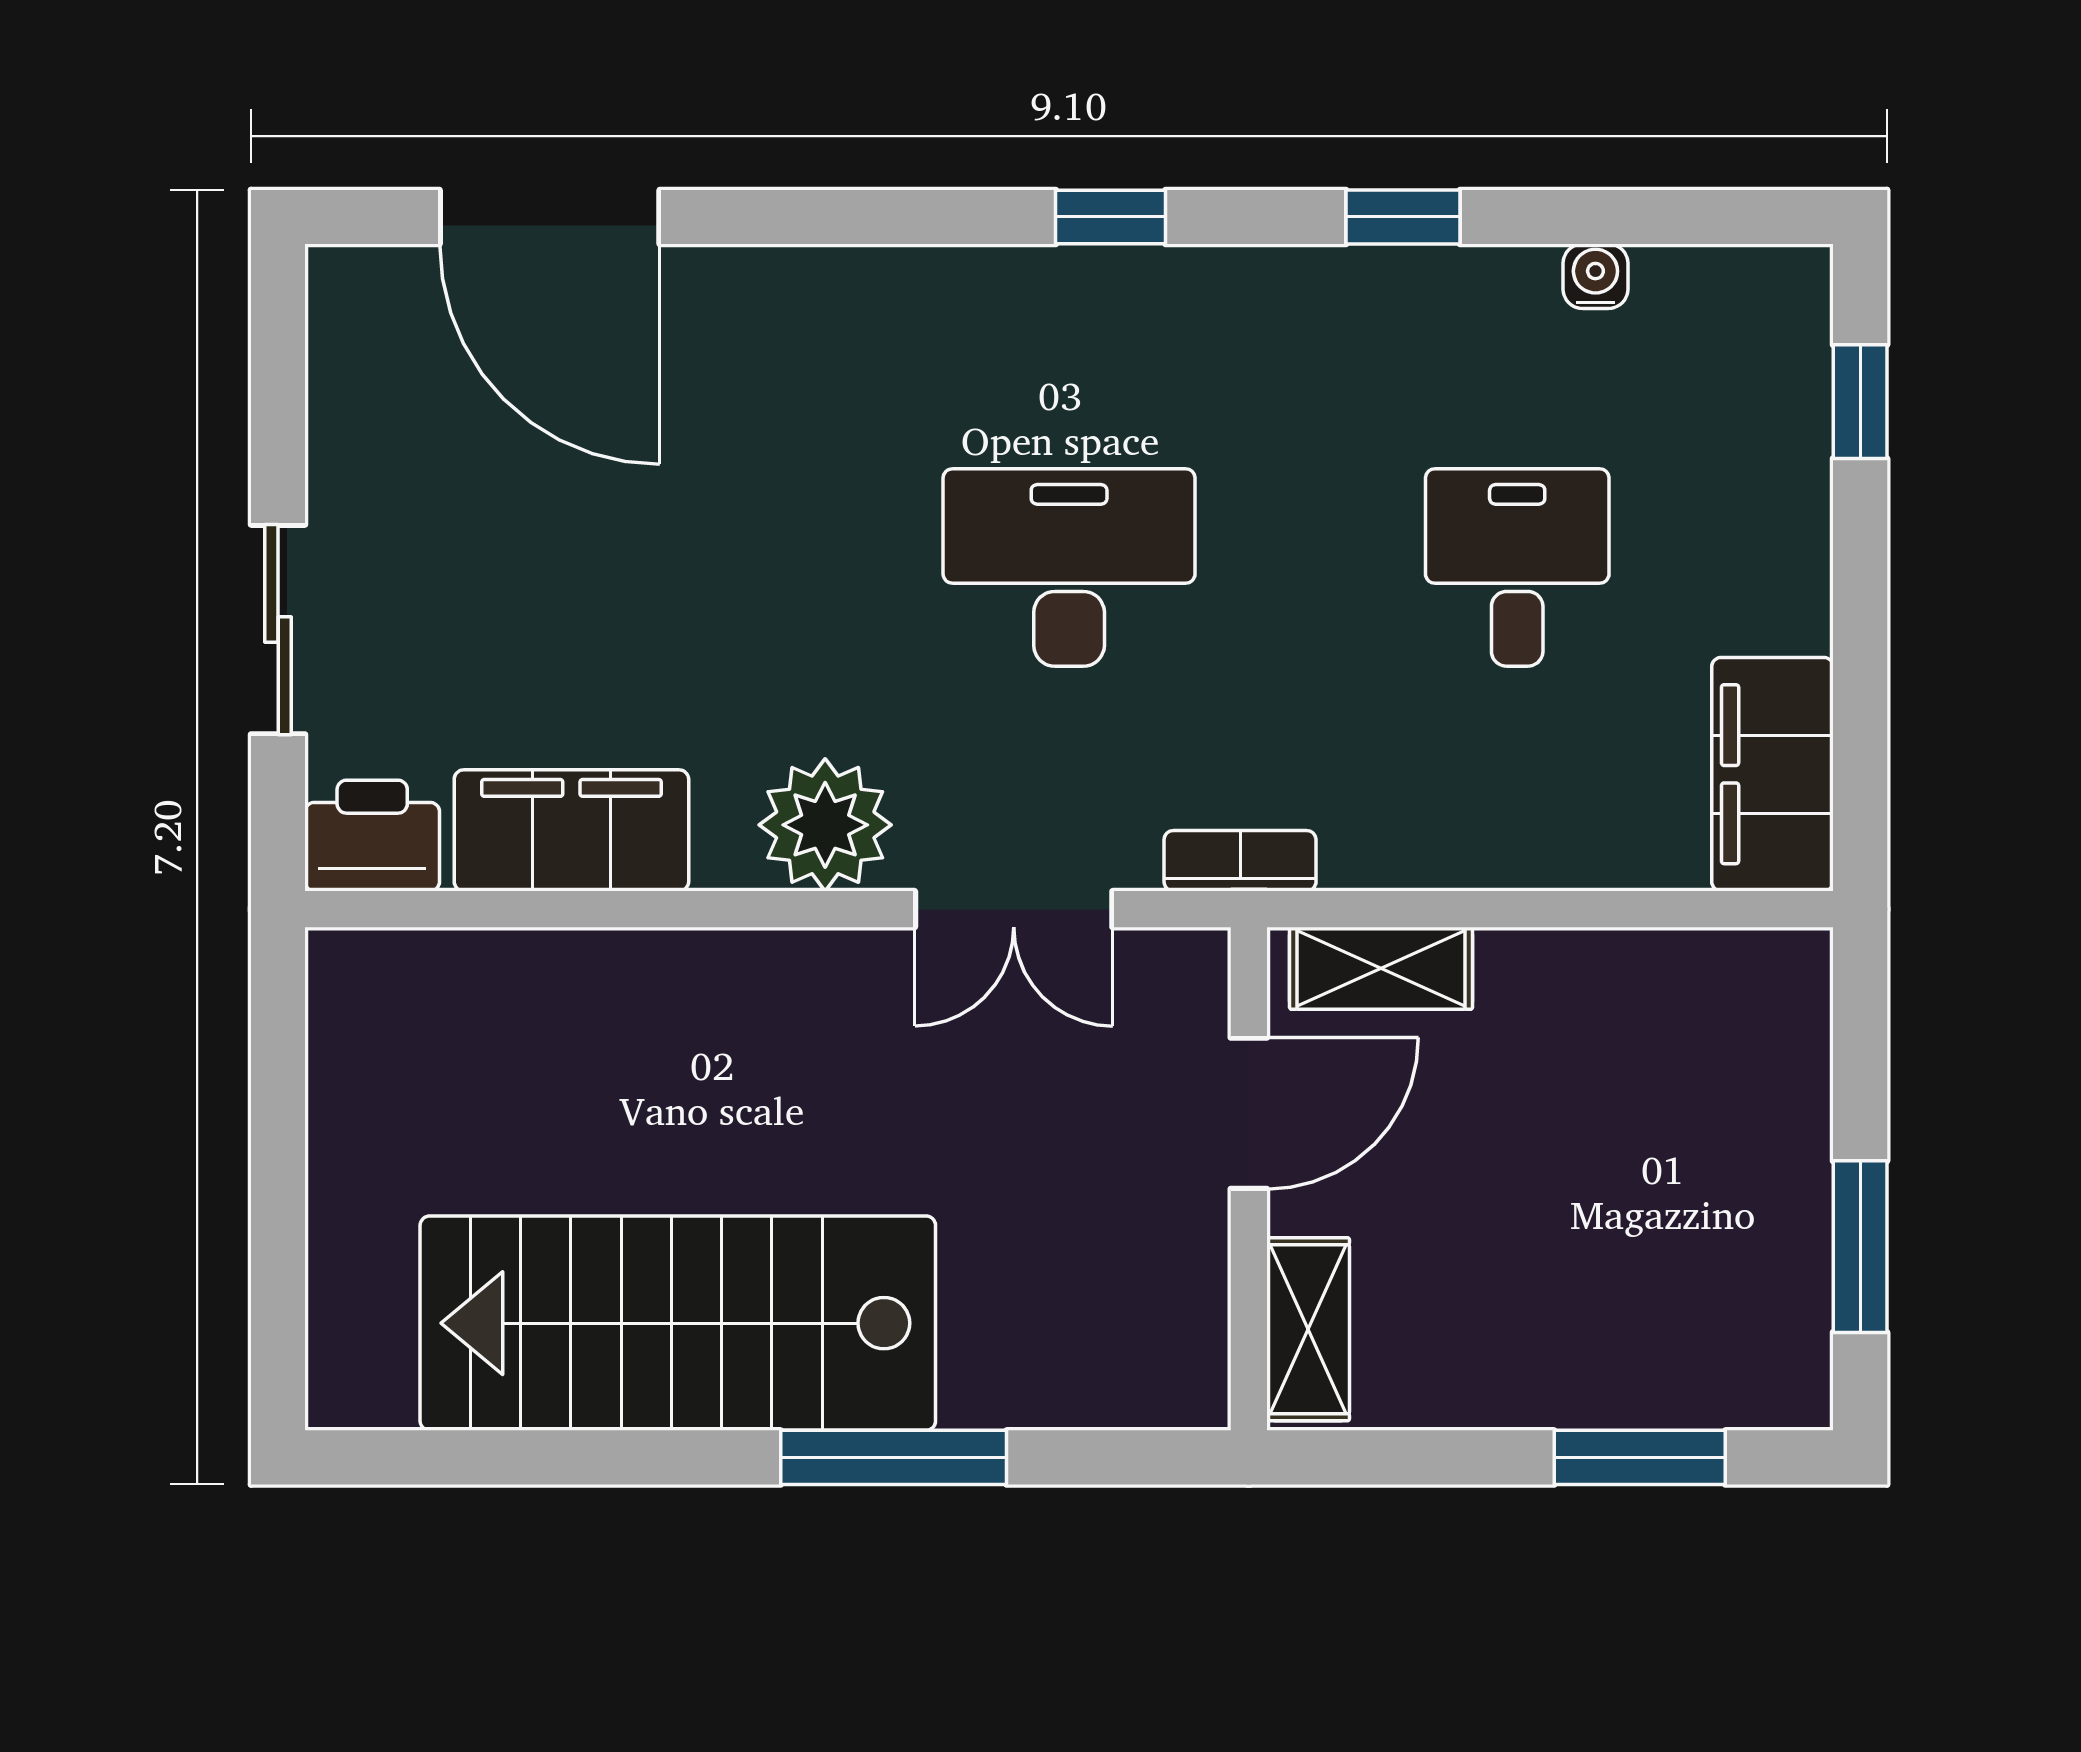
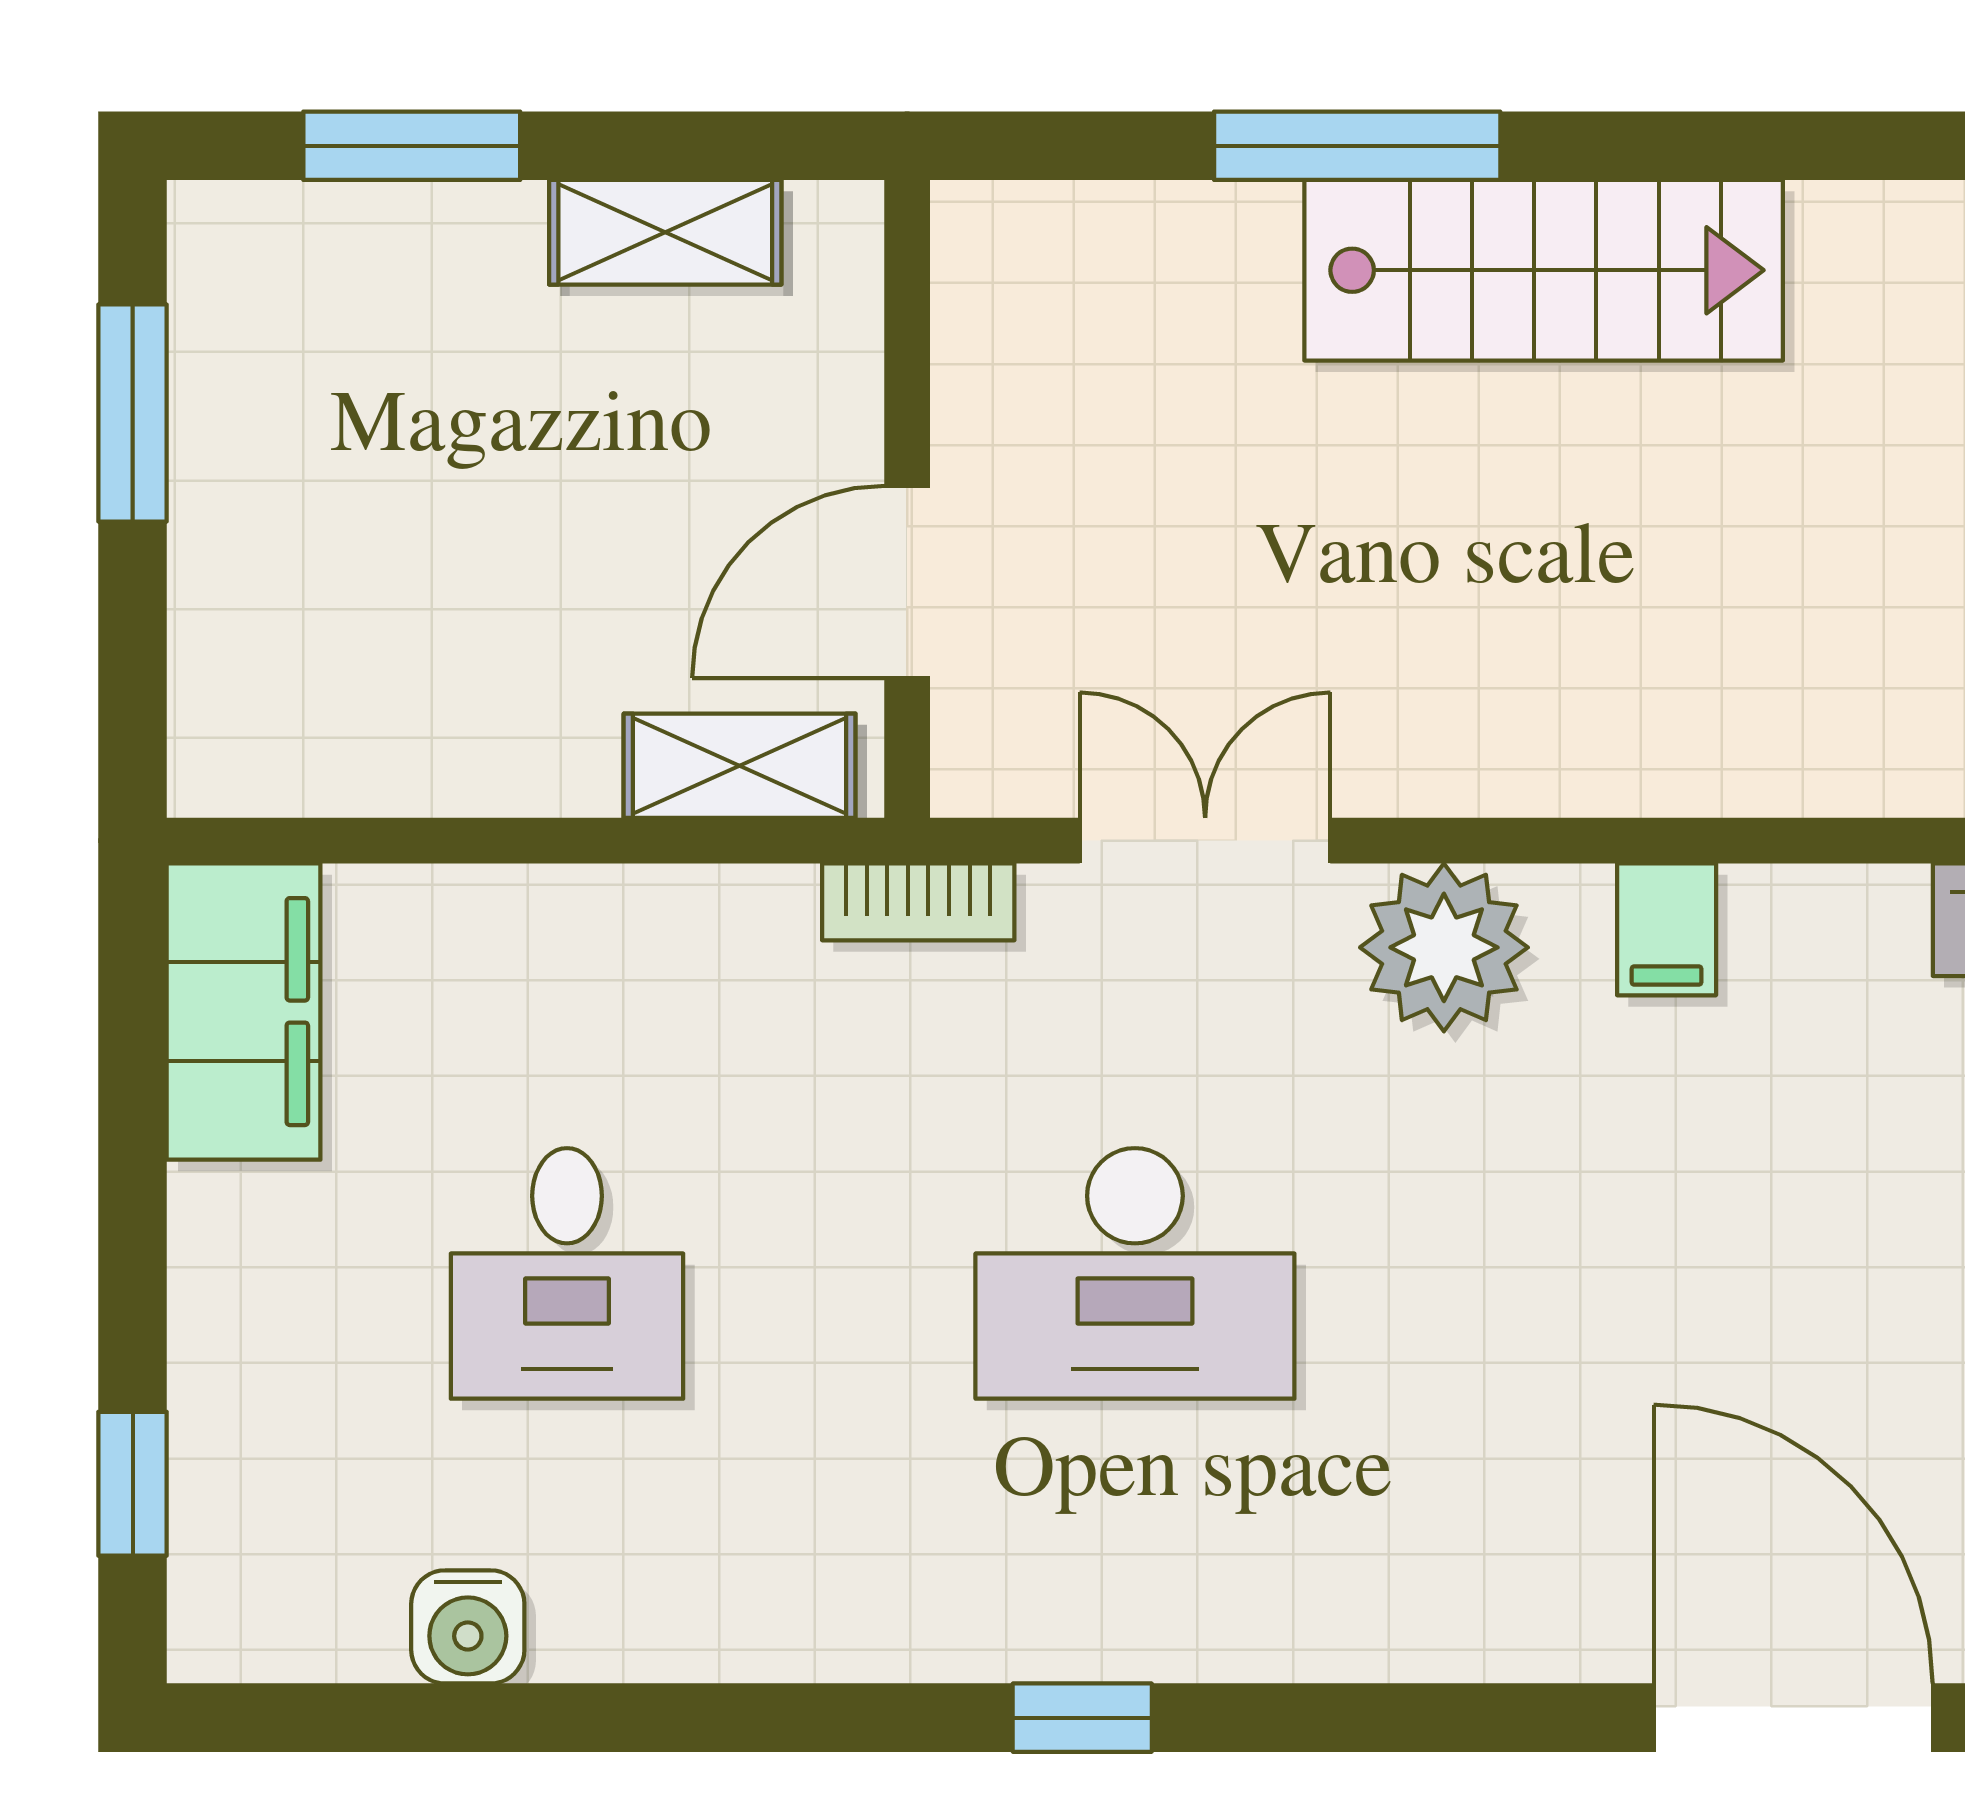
window: (1403, 217) -> (712, 1718), removed
water cooler: (1595, 276) -> (468, 1627), width x1.38, depth x1.38
filing cabinet: (571, 830) -> (1667, 929), width x0.33, depth x0.86
stairs: (678, 1323) -> (1544, 270), width x0.73, depth x0.66
shelving: (1308, 1329) -> (665, 232), moved, turned 90

